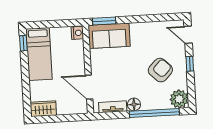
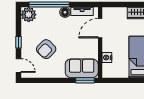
nightstand: (77, 33) -> (107, 58), moved
armchair: (160, 70) -> (46, 49), moved
door: (89, 87) -> (100, 28), swing flipped

